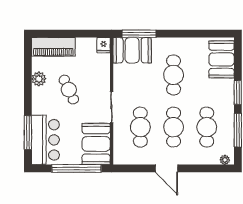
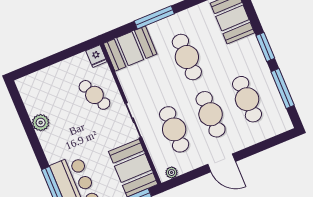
window: (139, 34) -> (154, 17), moved
piano: (53, 47) -> (42, 81), removed
cafe table: (69, 90) -> (94, 95), moved
plant: (225, 160) -> (172, 173), moved

